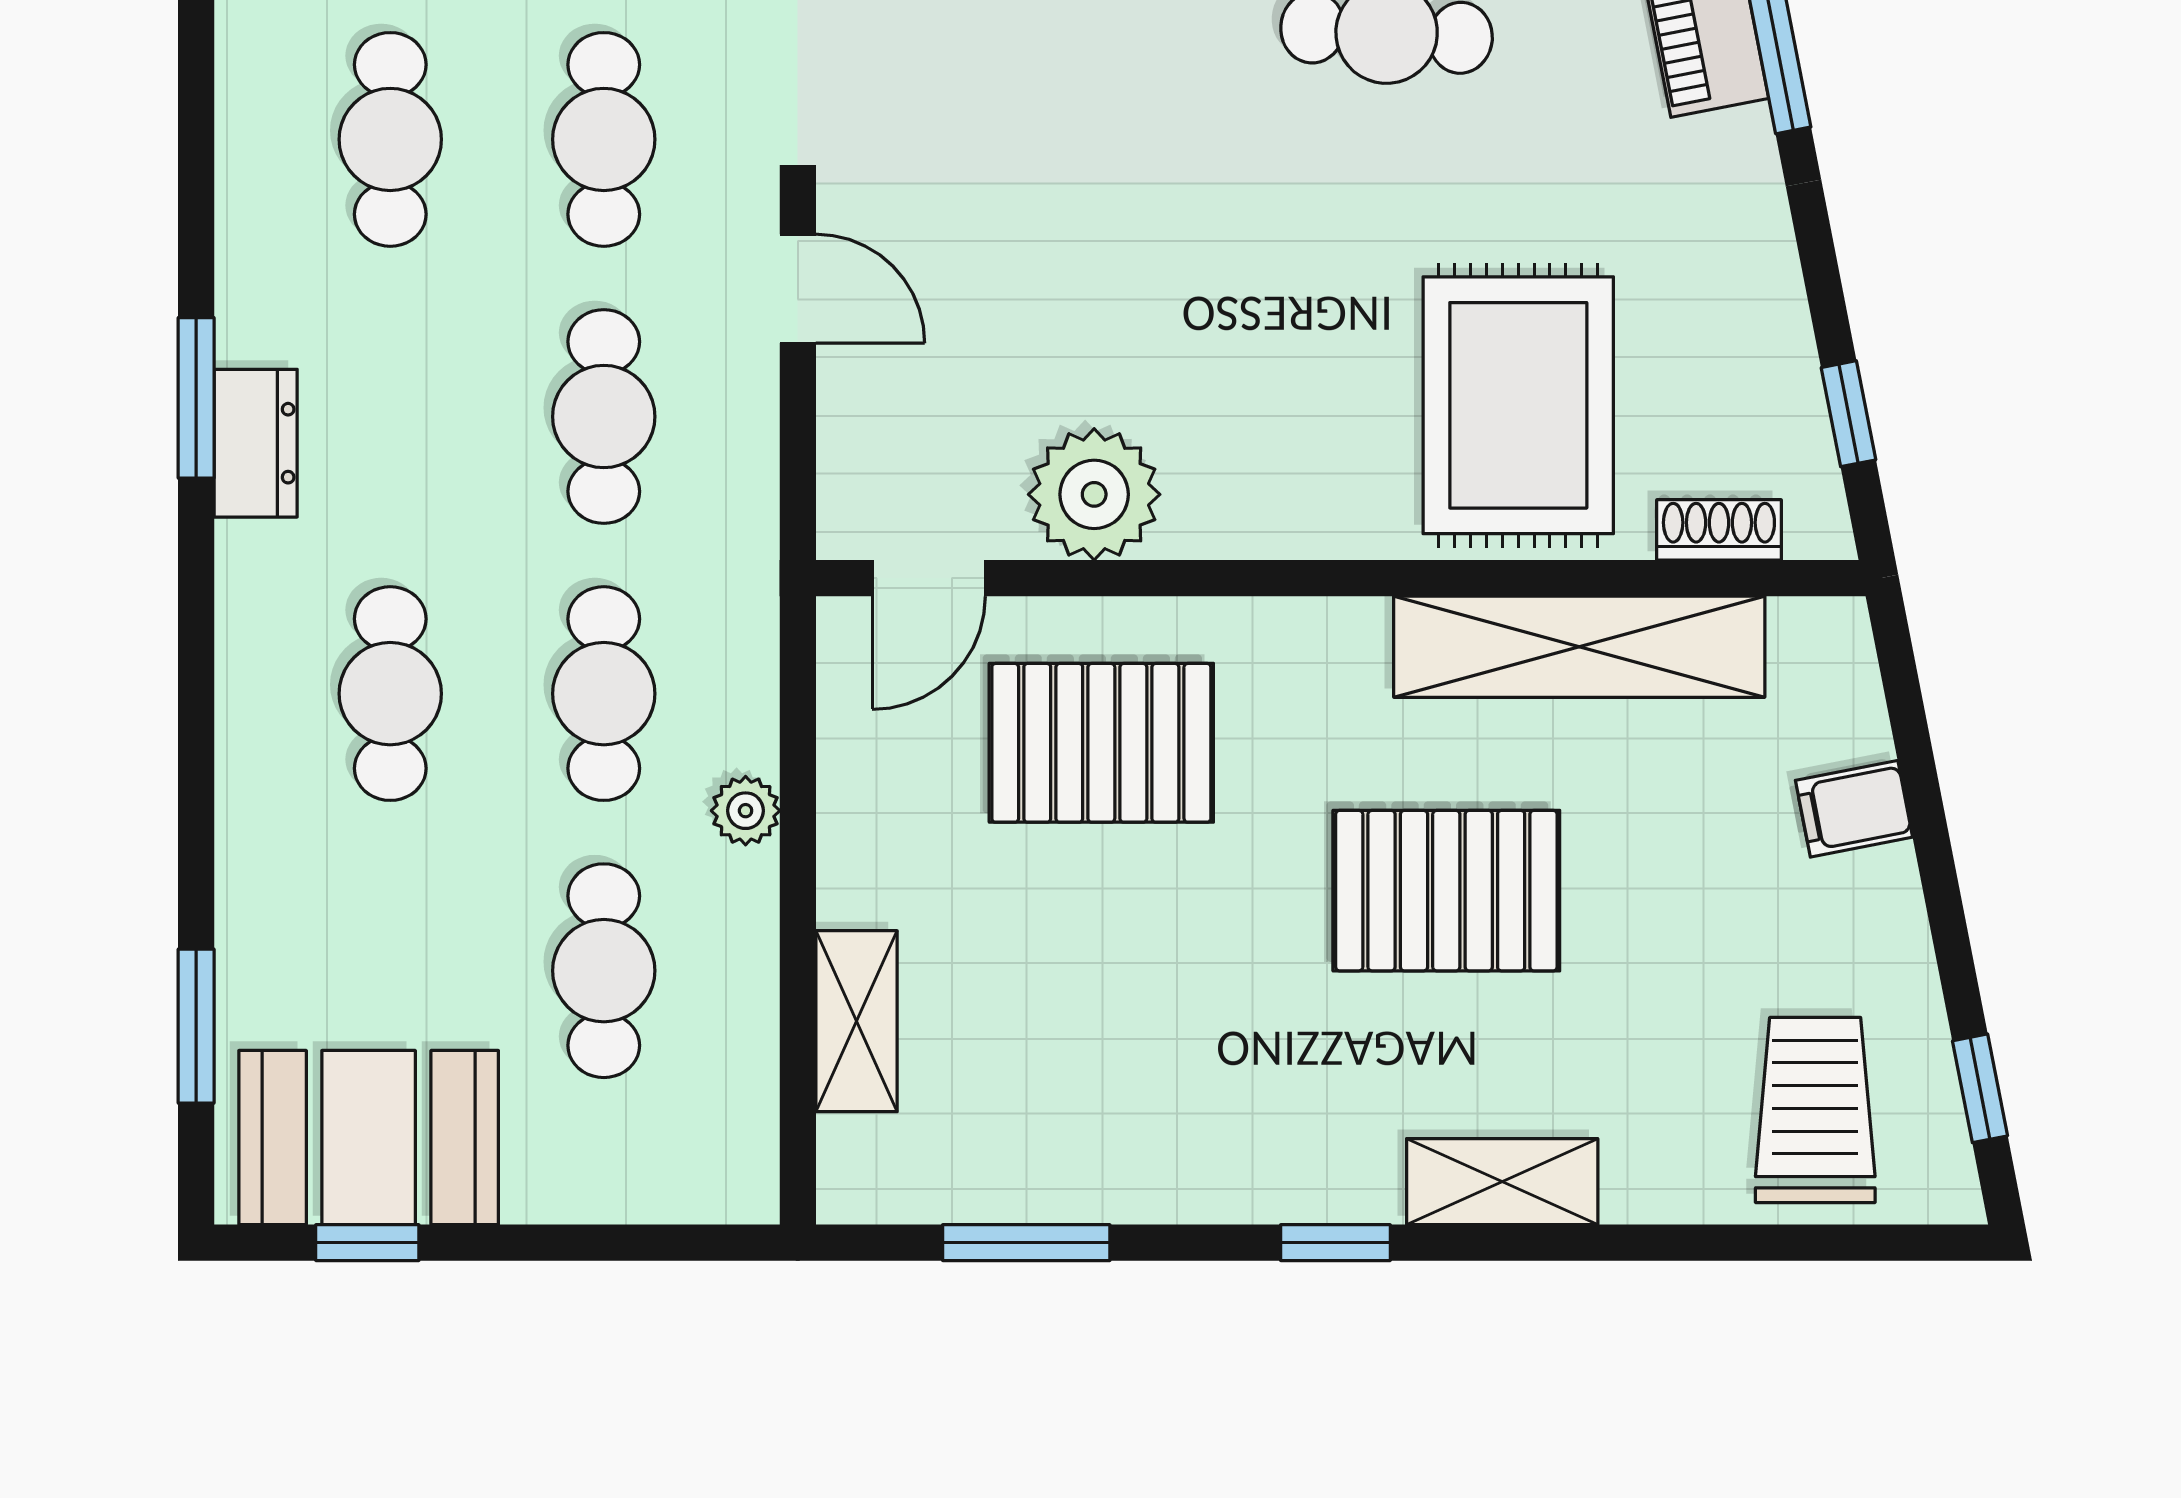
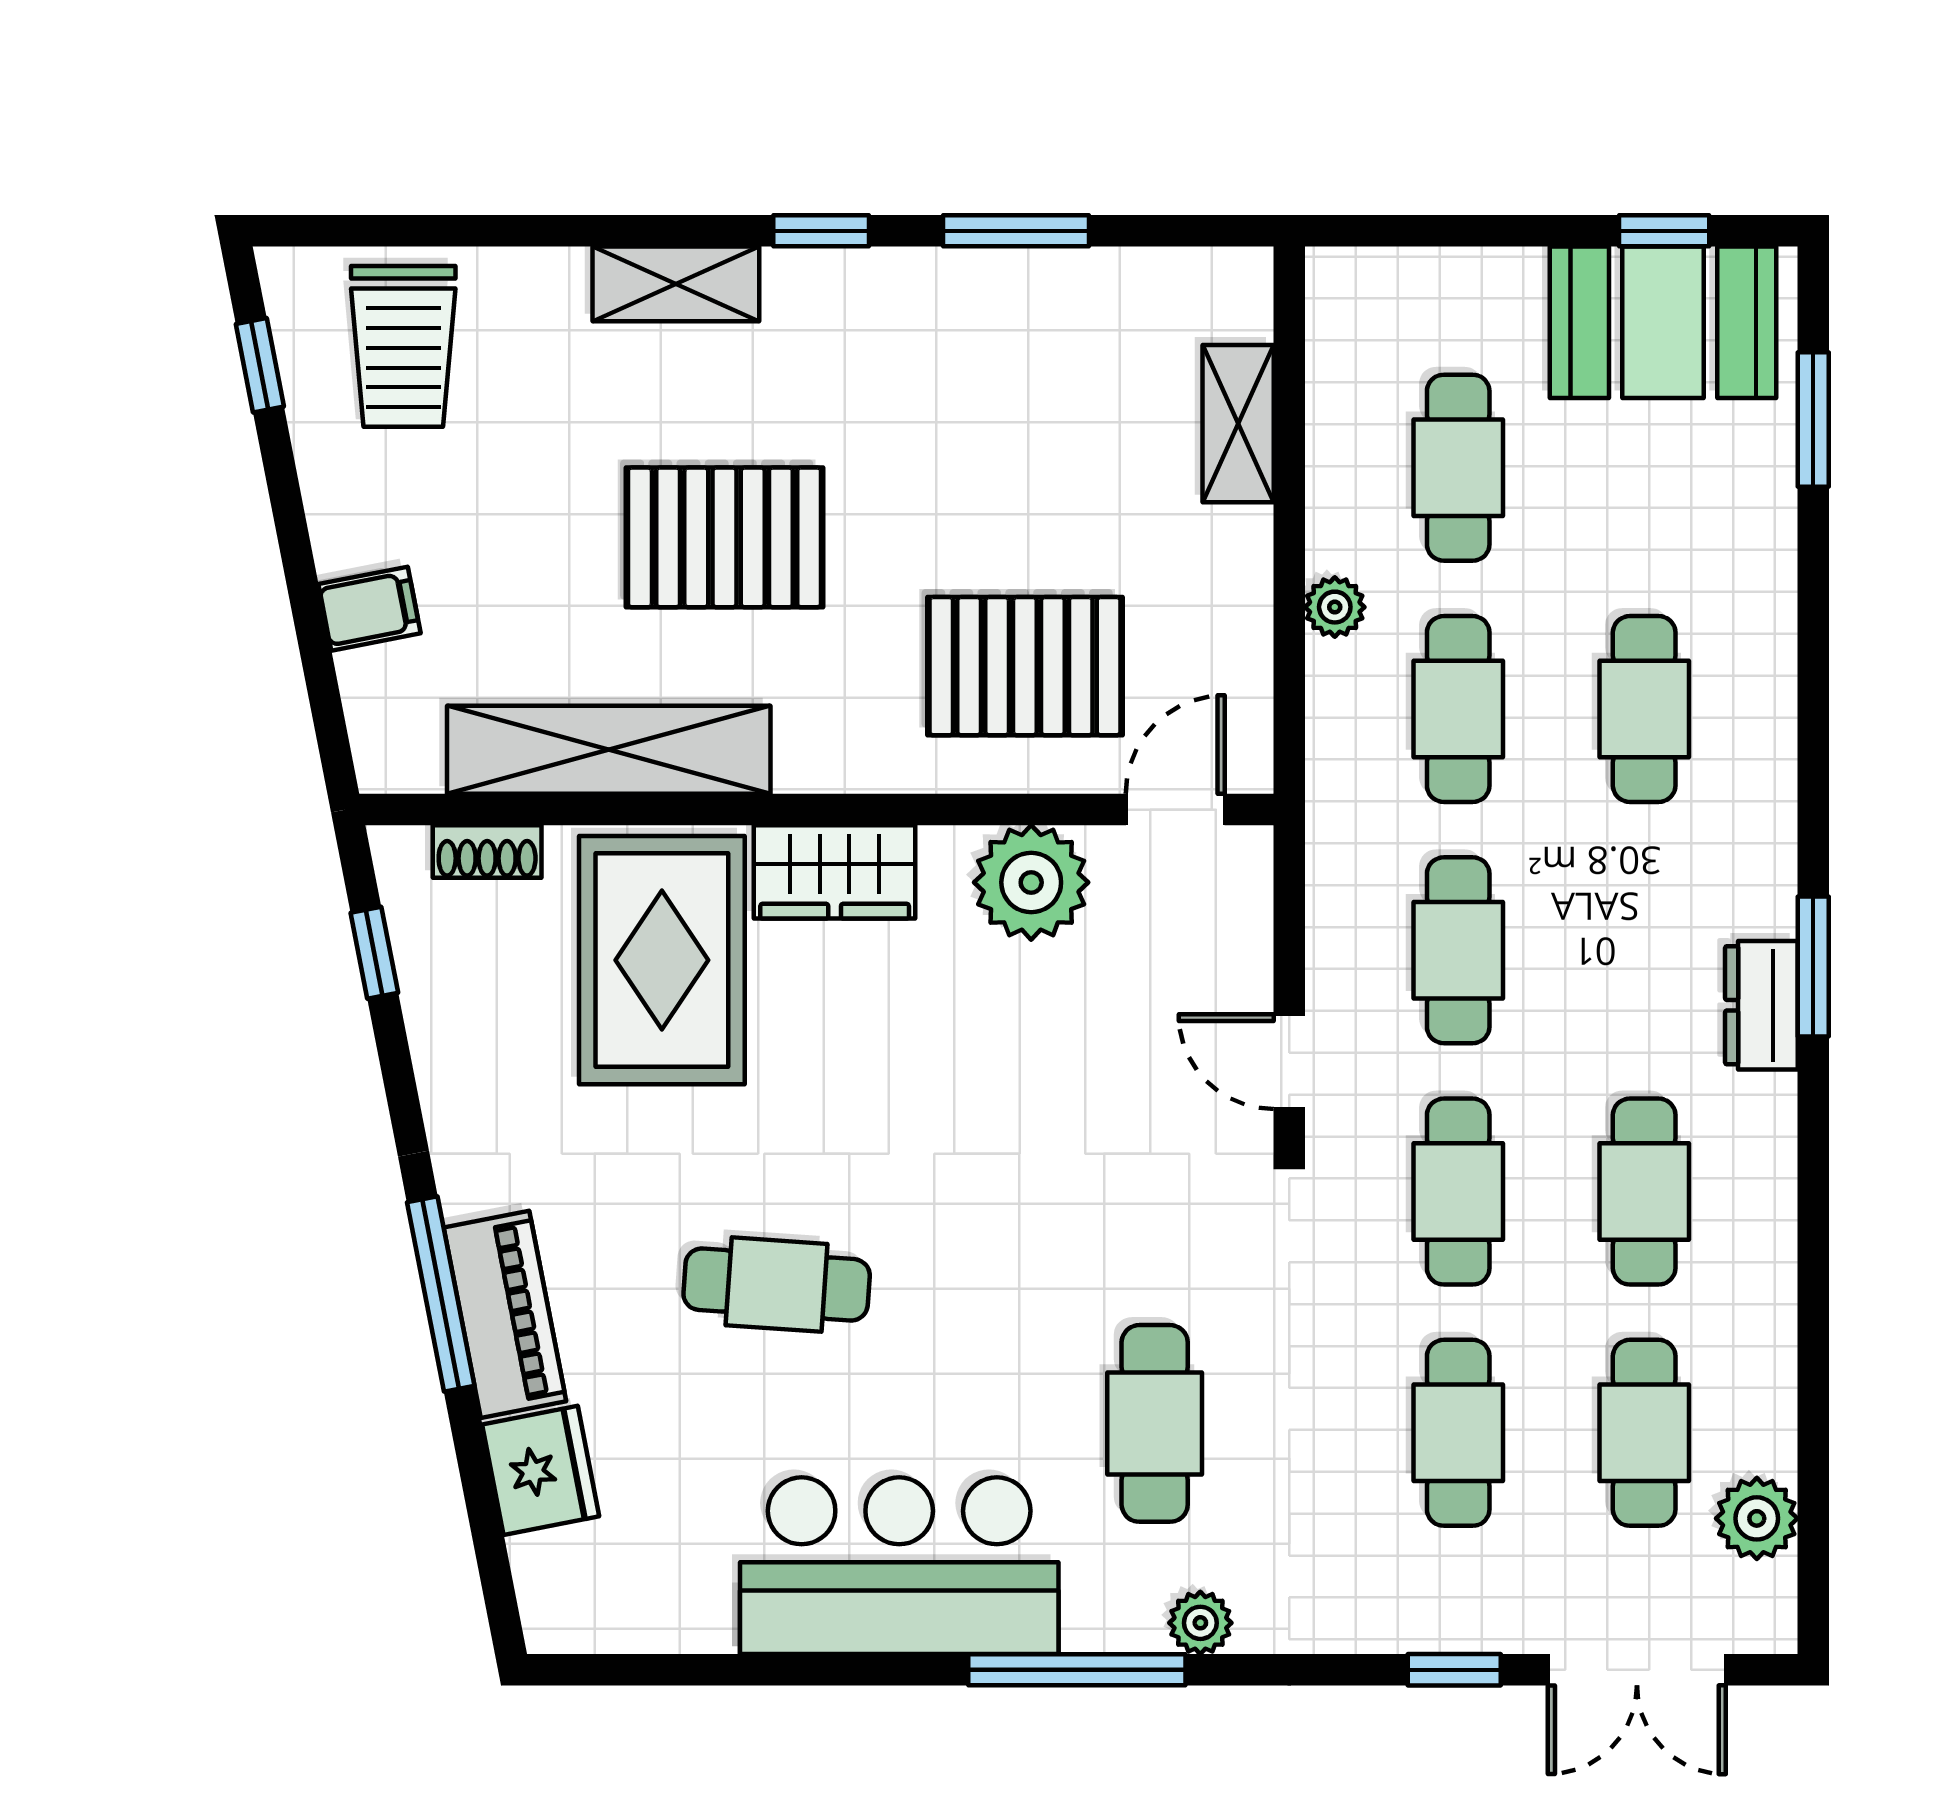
dresser: (256, 443) -> (1761, 1005), moved
wardrobe: (1320, 506) -> (835, 872), added
window: (1026, 1243) -> (1016, 231), moved

